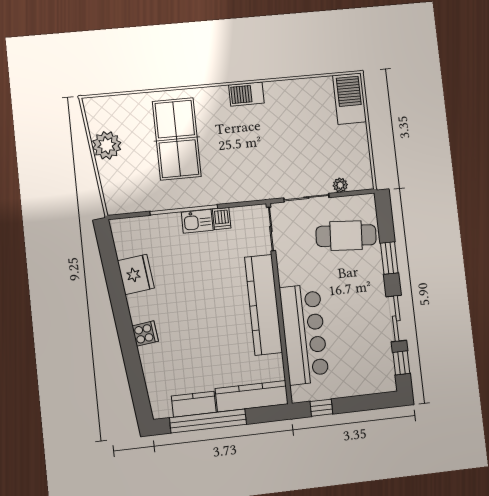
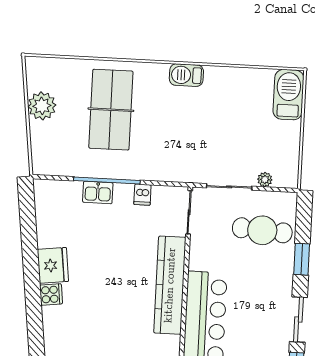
kitchen sink: (197, 221) -> (98, 192), moved
fridge: (136, 274) -> (53, 265), moved

